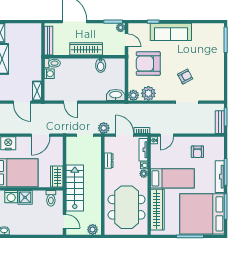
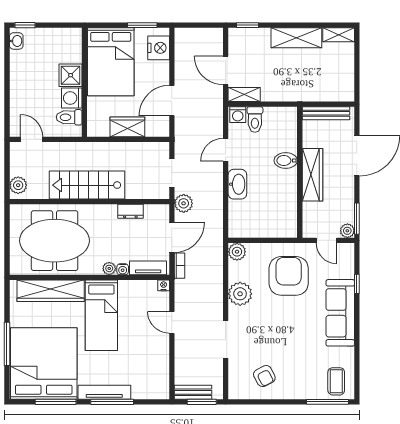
coffee table: (213, 34) -> (336, 381), added
door: (126, 40) -> (327, 240), hinge flipped
toilet: (52, 63) -> (255, 120), moved
bidet: (101, 65) -> (286, 161), moved
washing machine: (49, 74) -> (238, 115), moved
armchair: (185, 77) -> (264, 376), moved
plant: (148, 93) -> (240, 294), moved
washbasin: (116, 95) -> (237, 184), moved
door: (22, 102) -> (226, 70), hinge flipped
door: (41, 135) -> (172, 101), hinge flipped
door: (167, 135) -> (172, 322), moved
armchair: (197, 152) -> (145, 356), removed
wardrobe: (57, 177) -> (127, 127), moved
stairs: (75, 188) -> (87, 185), moved, turned 180
washing machine: (11, 197) -> (72, 98), moved
door: (65, 221) -> (32, 139), swing flipped

